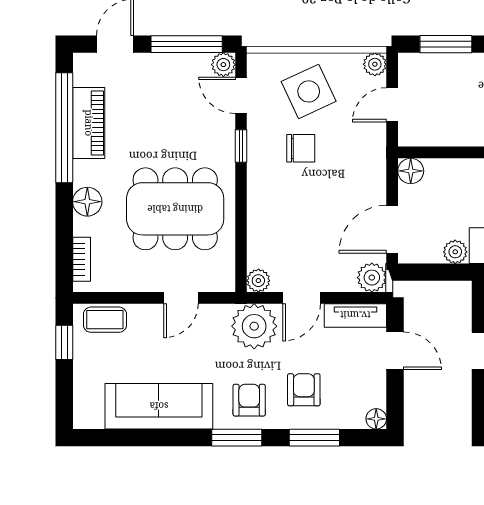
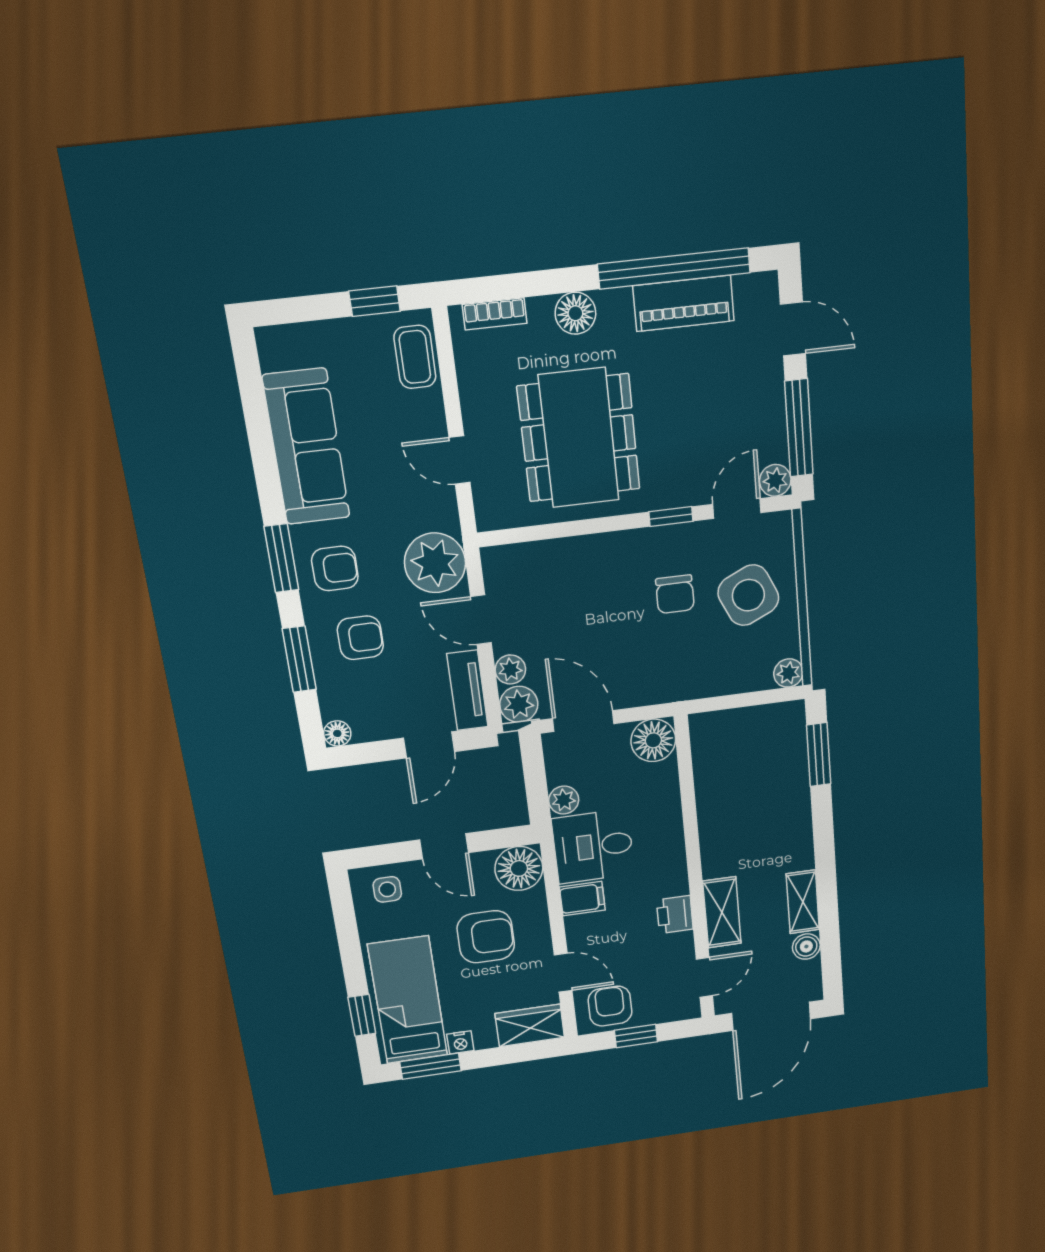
door: (392, 105) -> (739, 701), removed
floor lamp: (411, 171) -> (653, 740), width x1.38, depth x1.38
plant: (258, 281) -> (510, 670), moved

